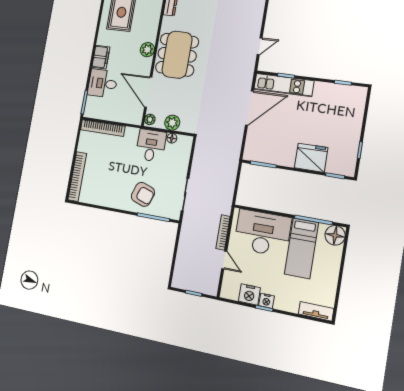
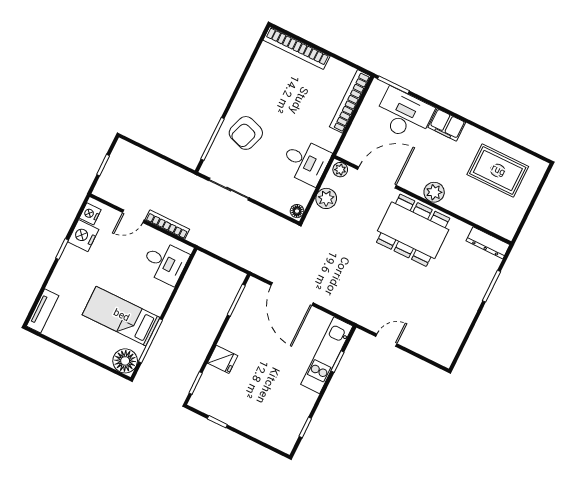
door: (260, 46) -> (386, 340), swing flipped
desk: (103, 83) -> (404, 115), width x1.37
door: (249, 108) -> (292, 294), moved
floor lamp: (172, 138) -> (297, 211), moved
fridge: (311, 158) -> (223, 359), width x0.53, depth x0.75
desk: (263, 233) -> (165, 262), width x0.53, depth x0.77
nightstand: (266, 301) -> (90, 214), moved

